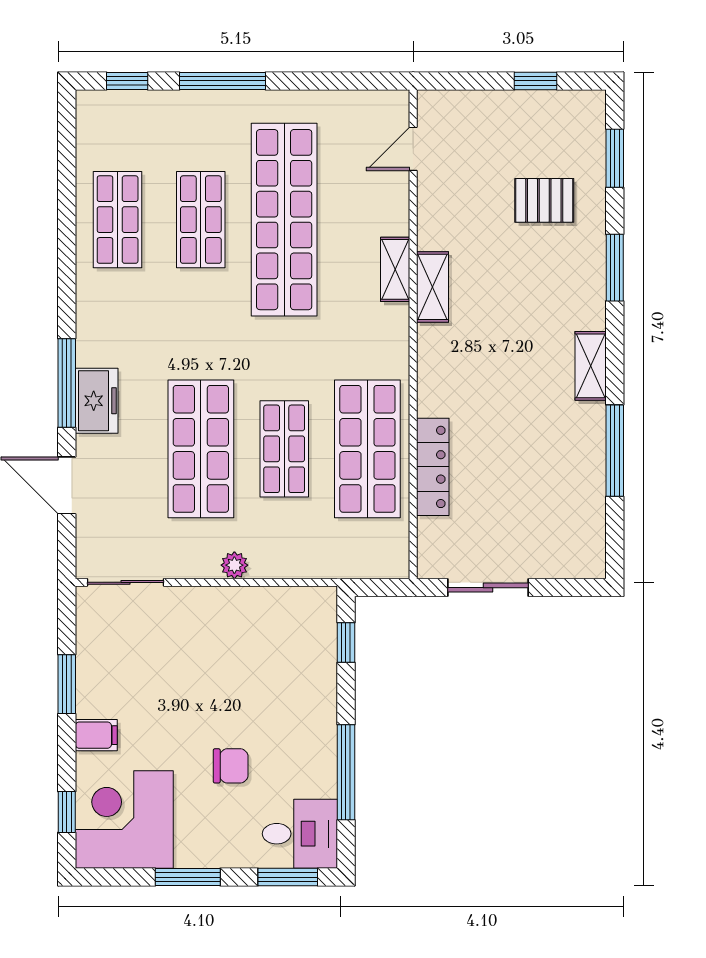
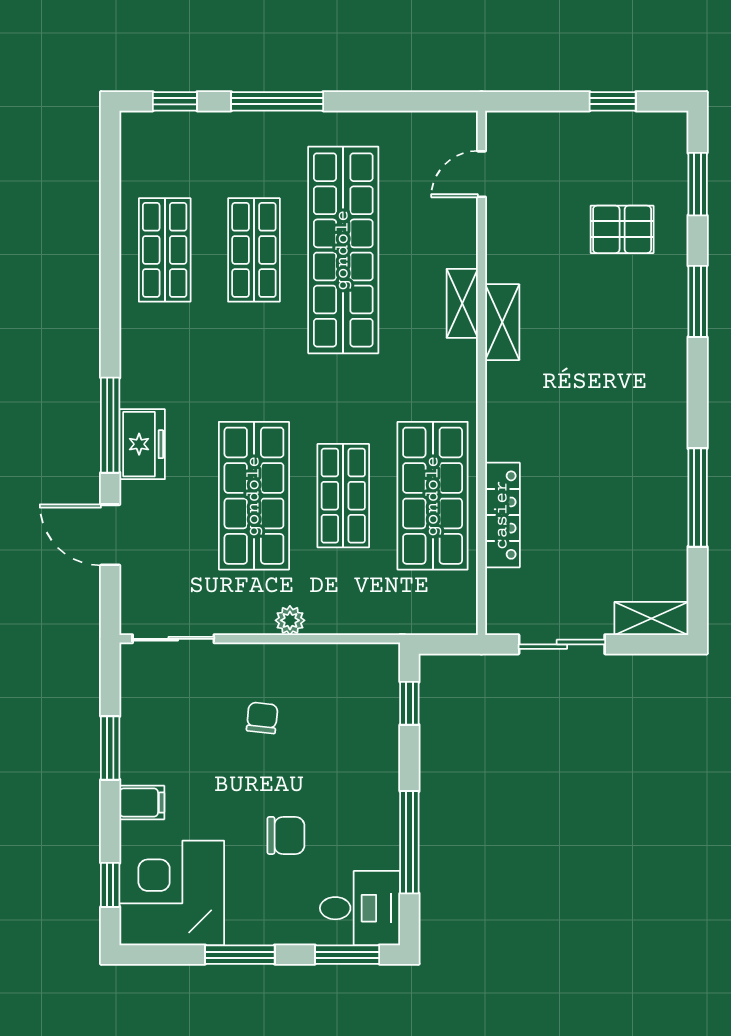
shelving: (591, 366) -> (651, 618), moved, turned 90
chair: (208, 656) -> (262, 718), added

